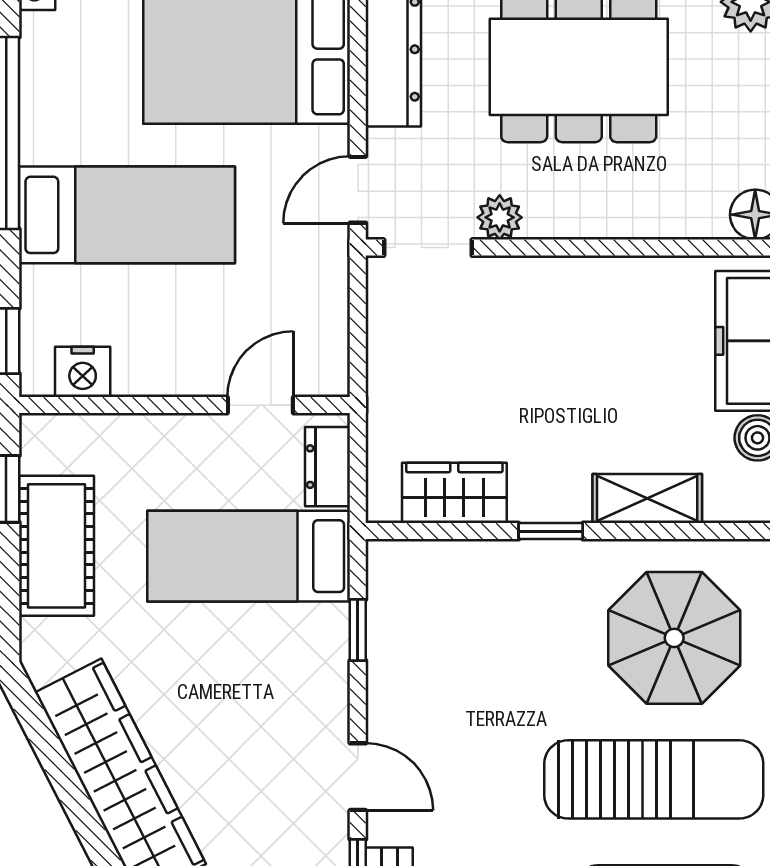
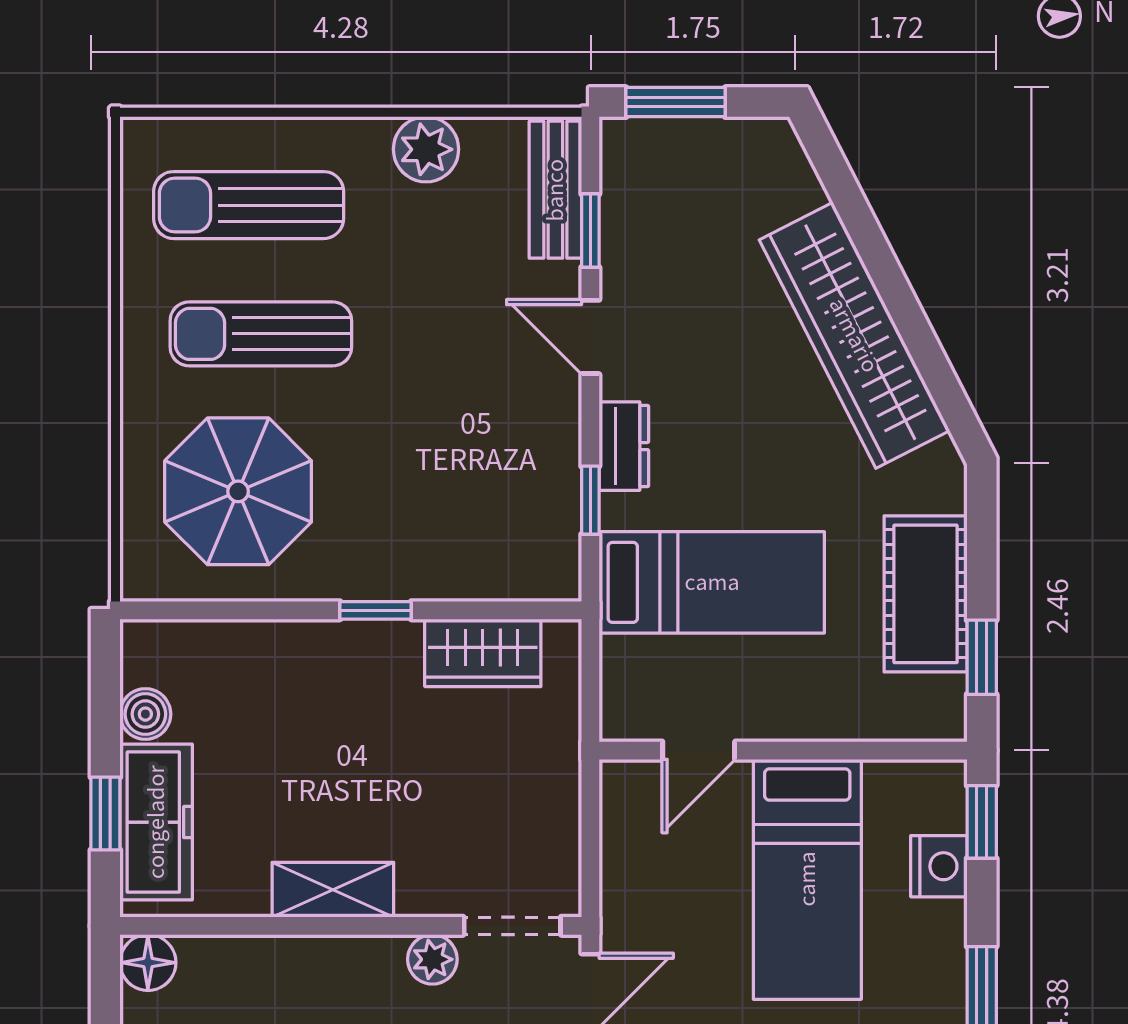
bed: (127, 215) -> (807, 879), moved, turned -90
nightstand: (83, 372) -> (939, 866), moved, turned 90
dresser: (328, 467) -> (624, 446), moved
shelving: (647, 499) -> (333, 890), moved
sun lounger: (654, 779) -> (261, 334), width x0.73, depth x0.75

